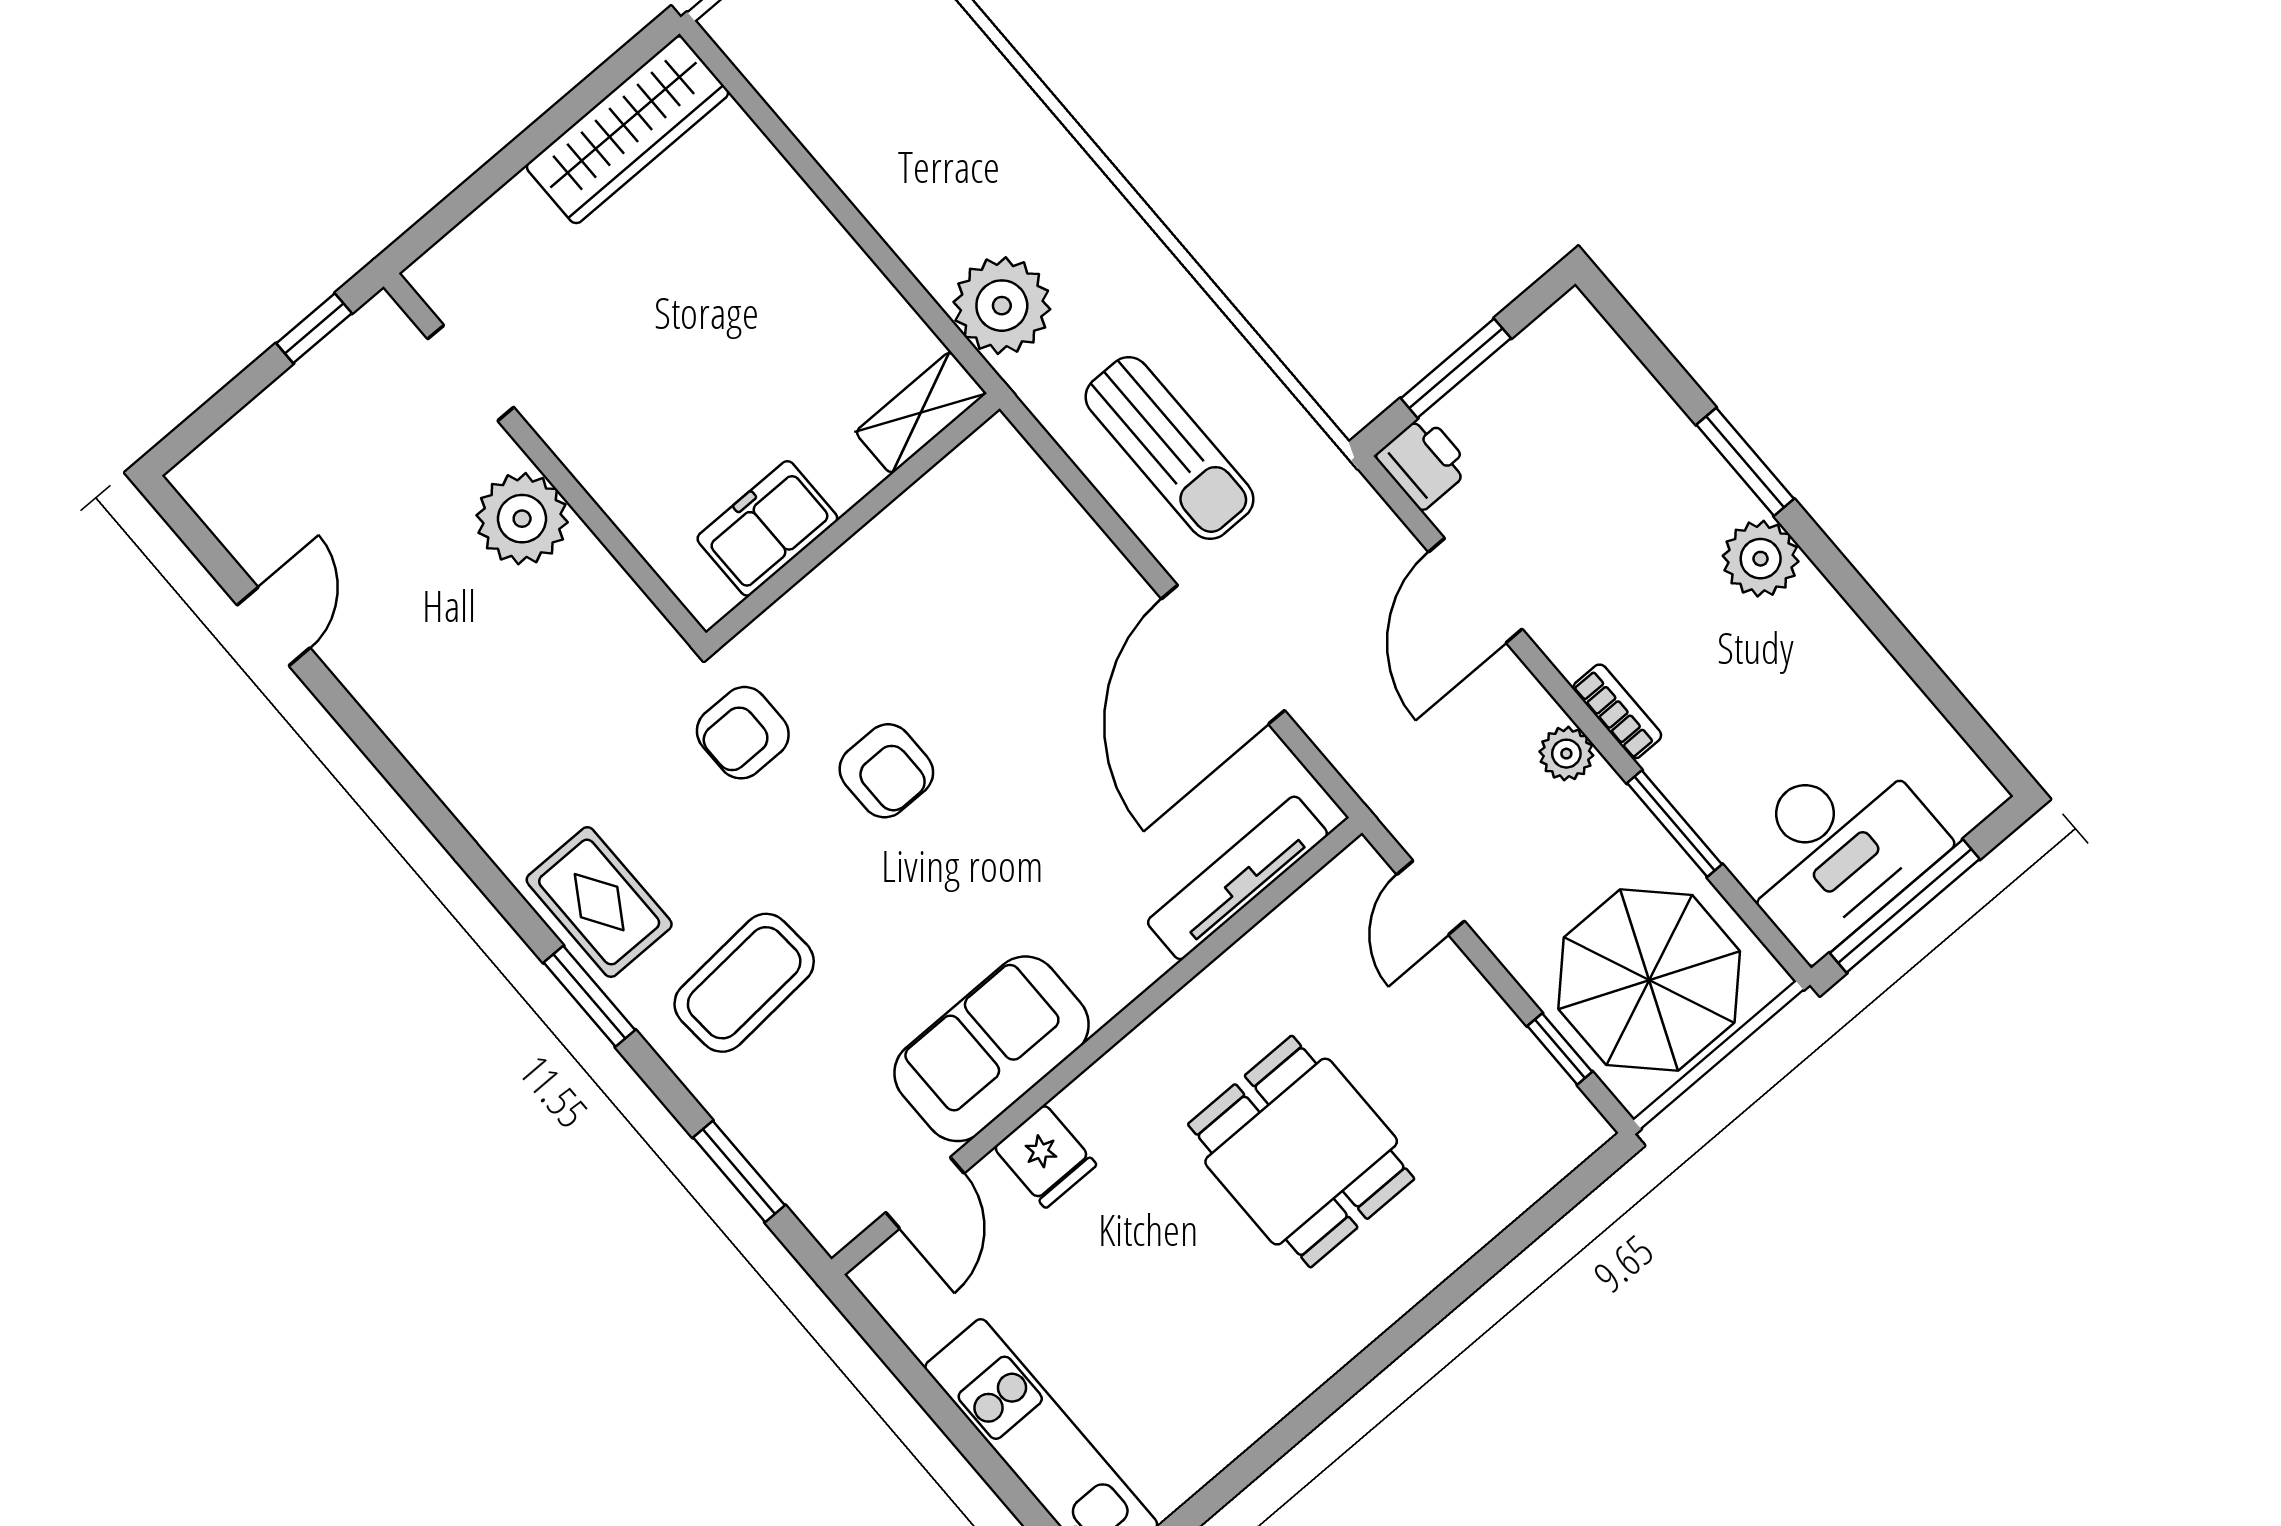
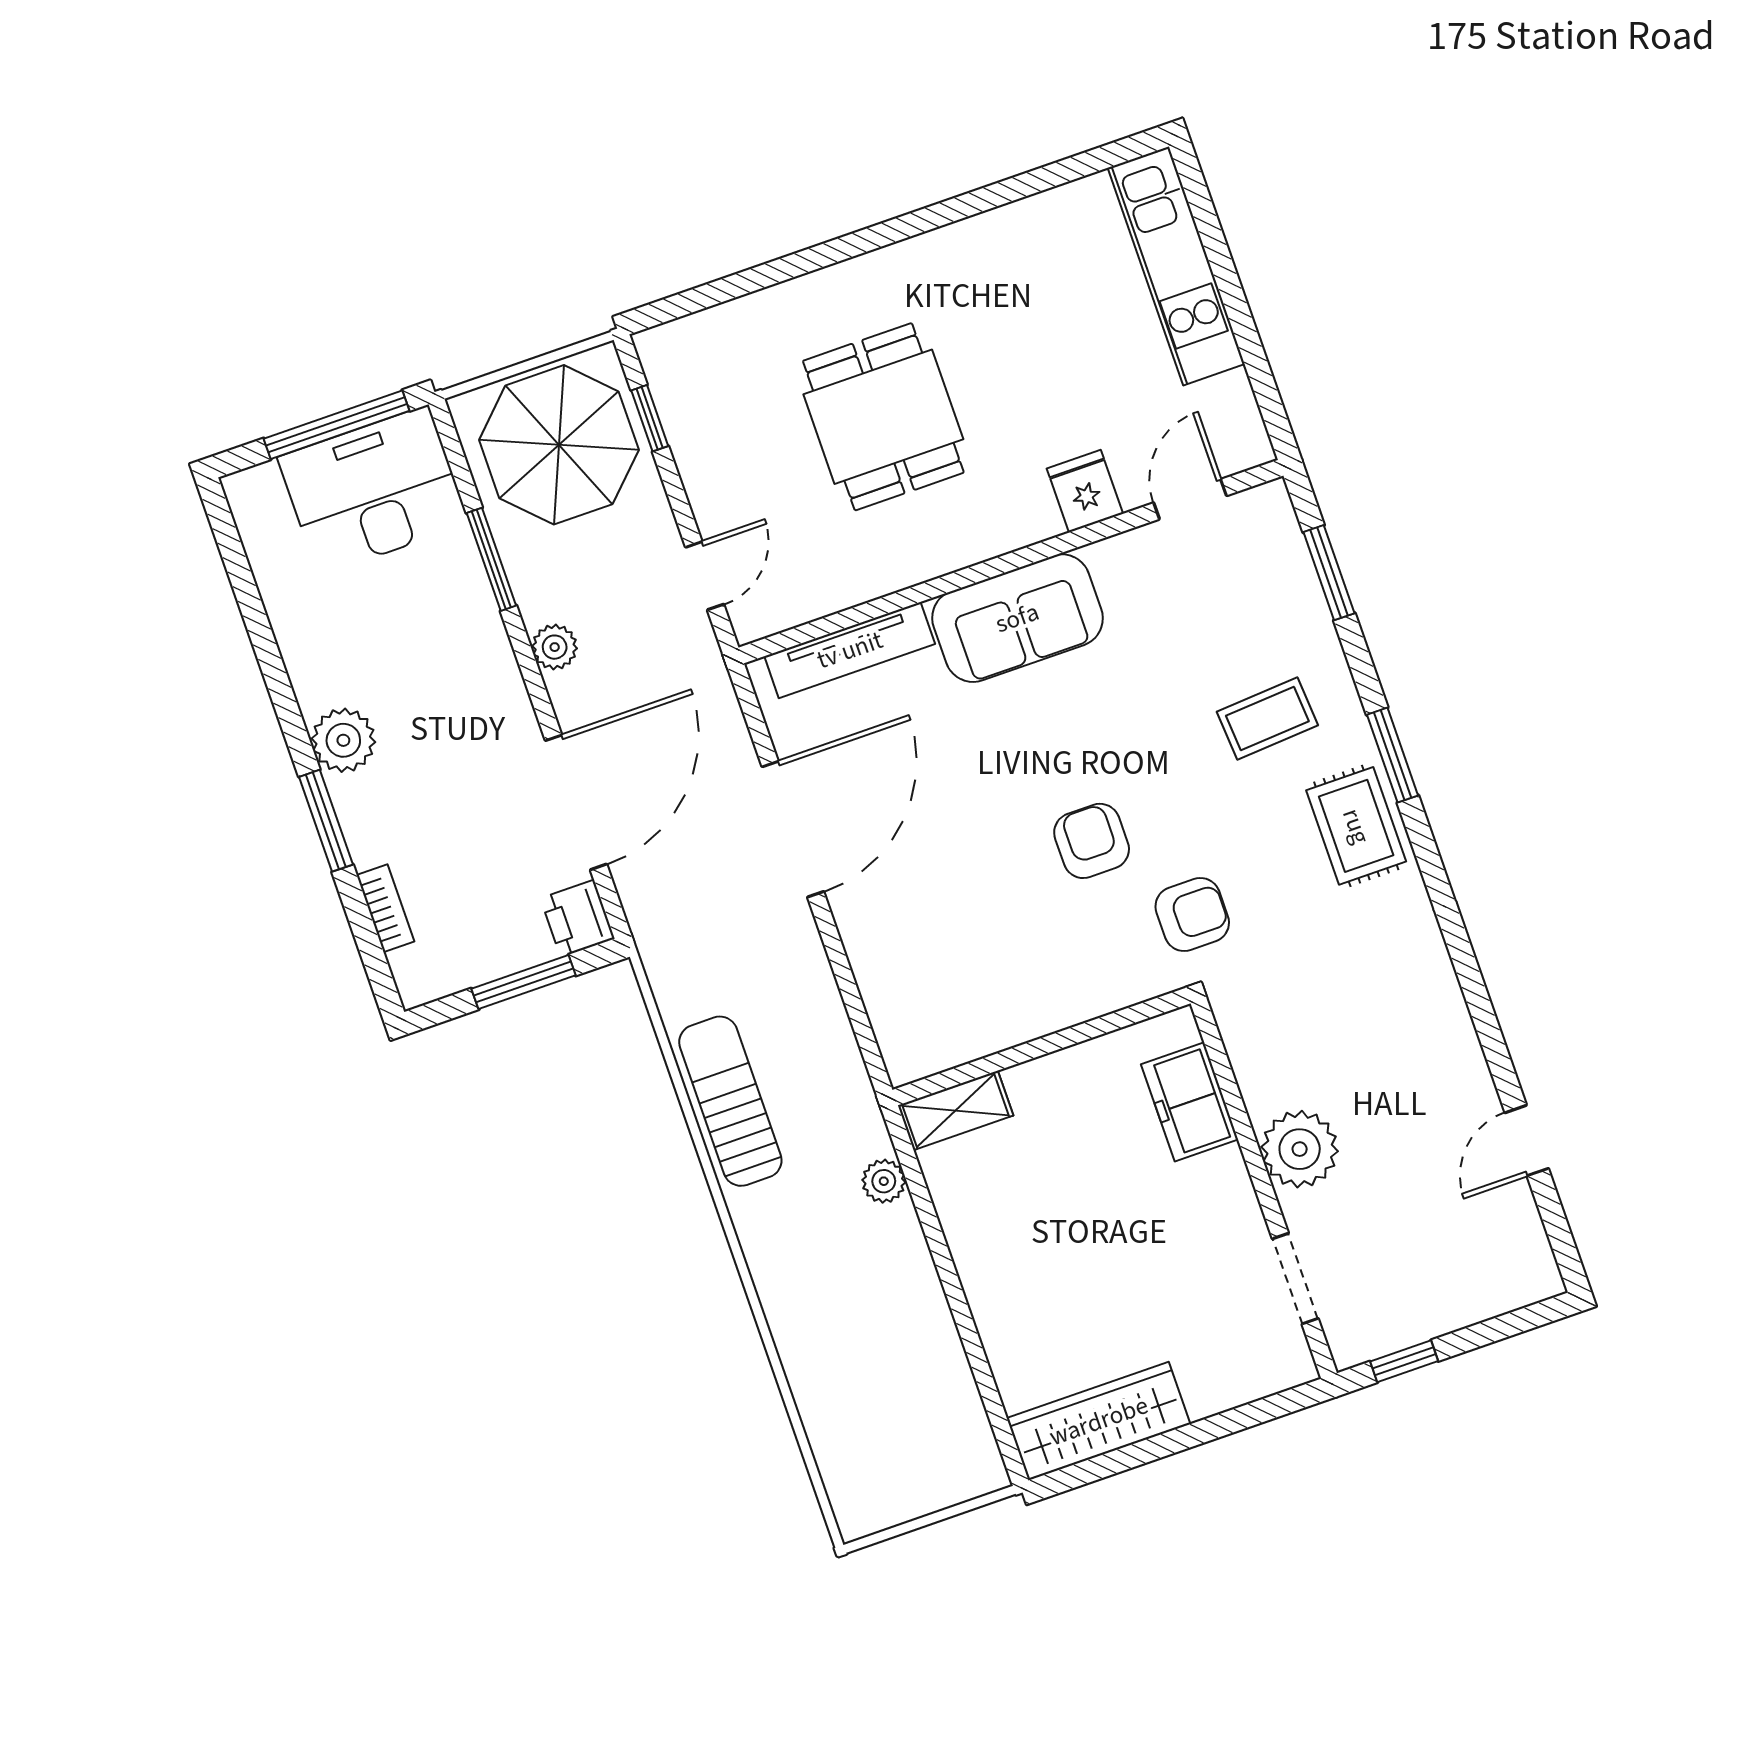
plant: (1002, 306) -> (884, 1181), width x0.53, depth x0.53
sun lounger: (1169, 448) -> (730, 1101), moved
freezer: (767, 528) -> (1190, 1102), moved, turned 90
door: (1475, 590) -> (576, 802), width x1.36
bookcase: (1617, 711) -> (385, 908), moved, turned 180
coffee table: (744, 983) -> (1267, 719), width x0.73, depth x0.77
sofa: (992, 1049) -> (1017, 618), moved

